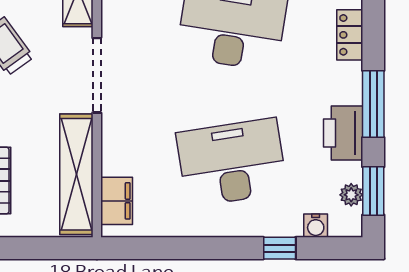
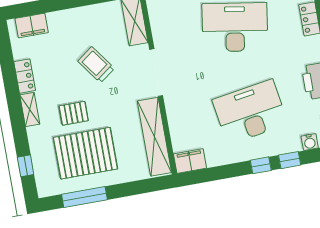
filing cabinet: (117, 201) -> (190, 161), moved, turned -90
window: (233, 248) -> (261, 165), added

